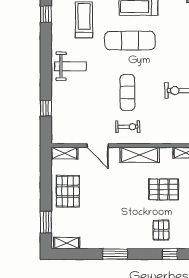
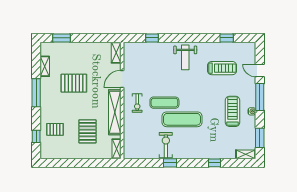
exercise mat: (130, 41) -> (182, 119), moved, turned 90
shelving: (140, 155) -> (115, 112), width x1.47
pallet: (68, 191) -> (74, 83), moved
shelving: (67, 243) -> (45, 66), moved
window: (115, 254) -> (36, 93), width x1.44

